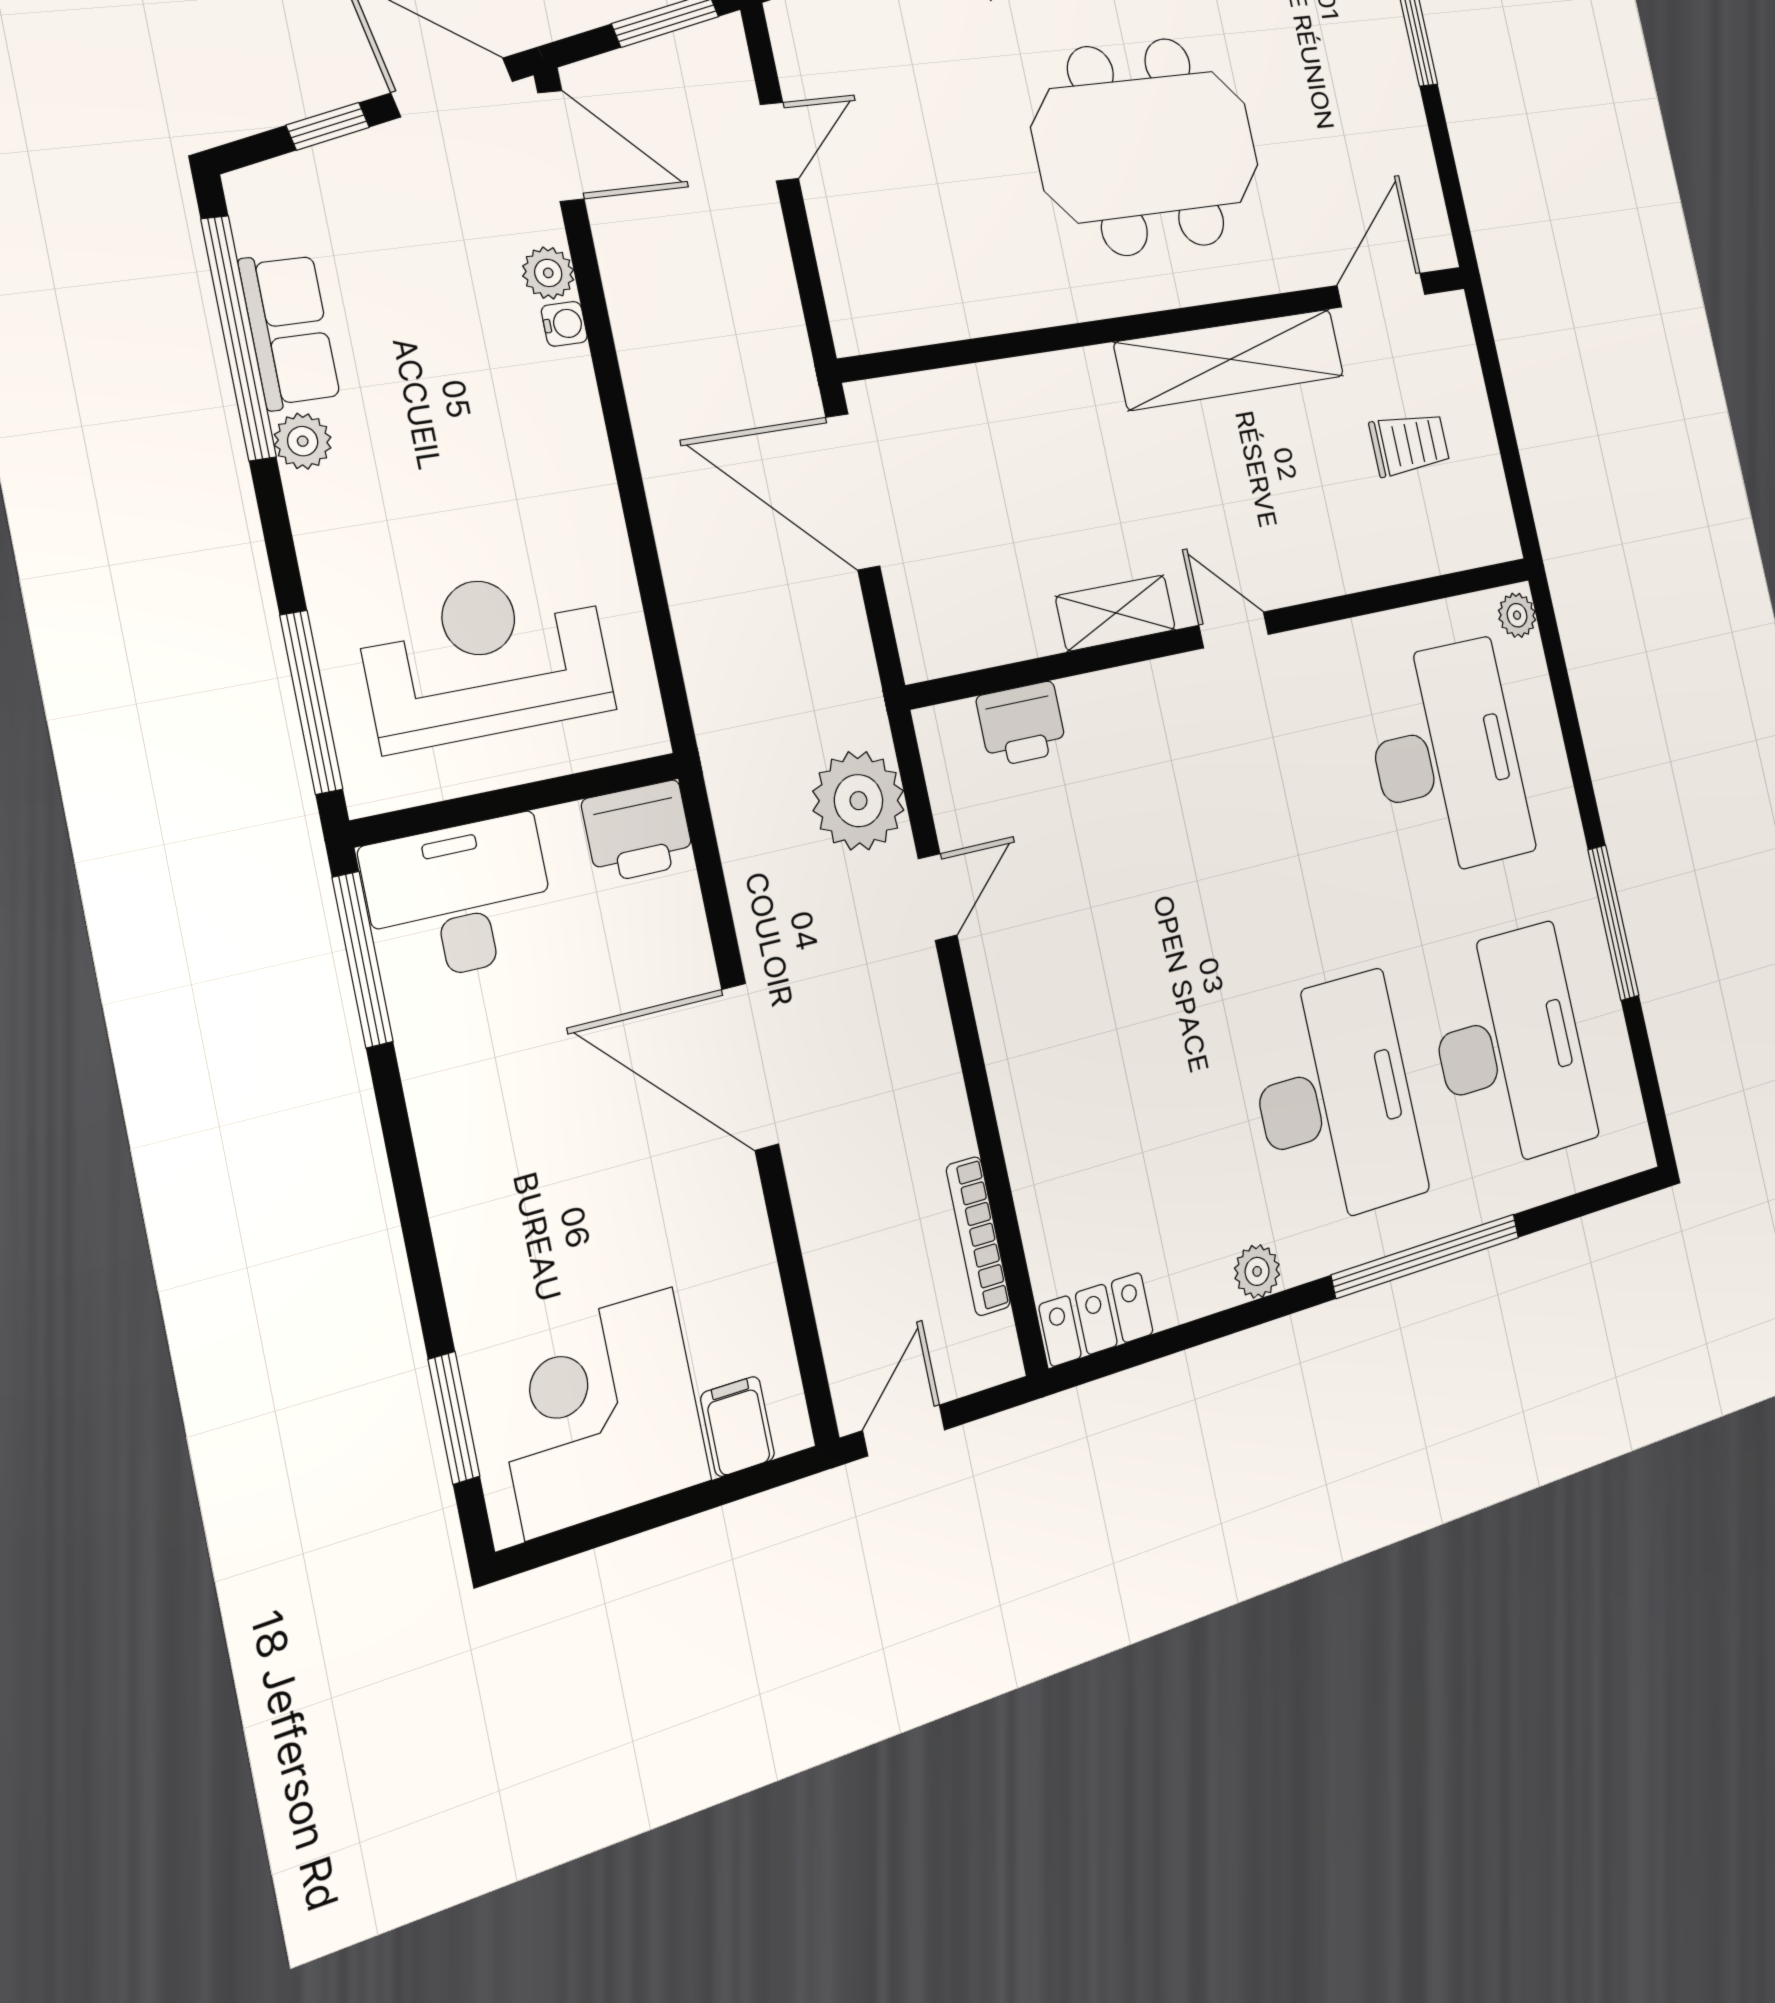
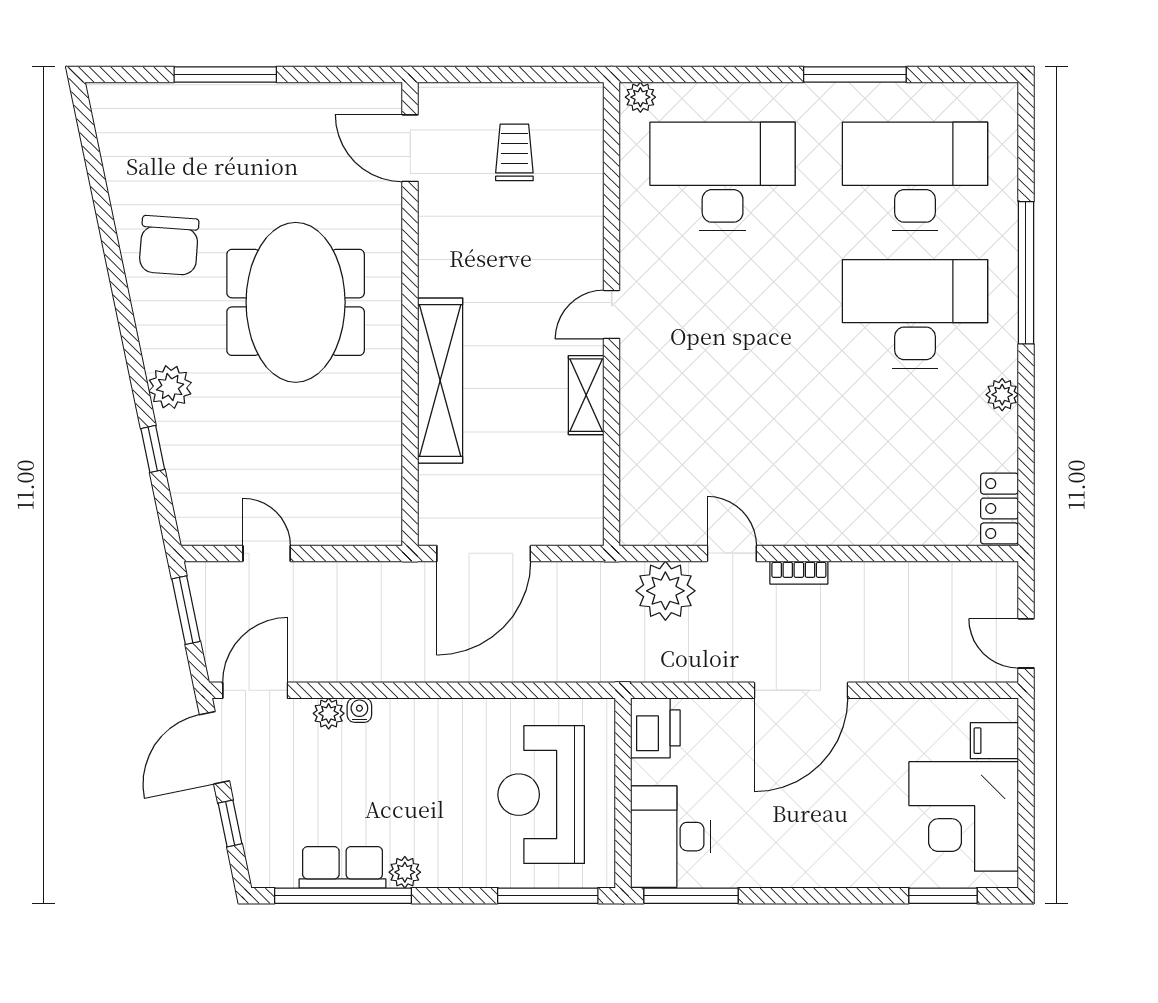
shelving: (1230, 359) -> (440, 381), moved
printer: (1022, 724) -> (642, 475), removed
bookcase: (978, 1236) -> (799, 573), moved, width x0.64

